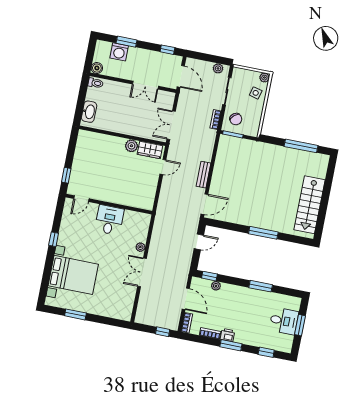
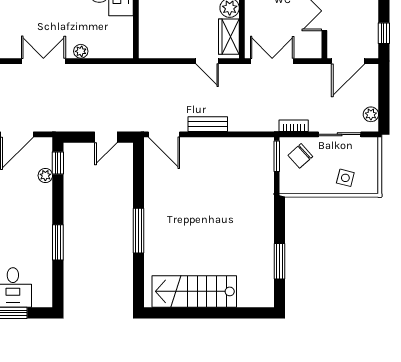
plant: (264, 78) -> (371, 186), removed
window: (301, 146) -> (279, 261), width x0.69
door: (199, 242) -> (106, 137), hinge flipped

